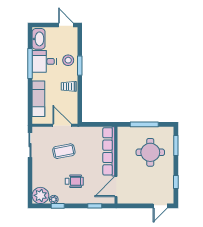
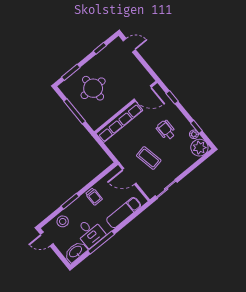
door: (66, 25) -> (47, 239), hinge flipped
stool: (68, 60) -> (63, 221), moved
door: (62, 125) -> (129, 176), hinge flipped

